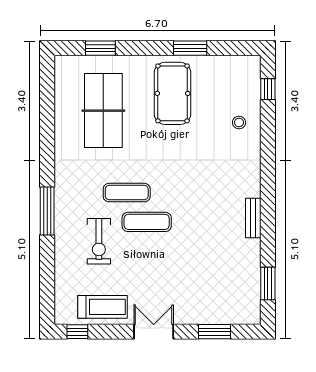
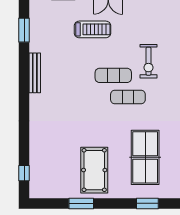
stool: (239, 122) -> (45, 149), removed
bench: (253, 218) -> (35, 73), width x1.36
exercise bike: (99, 241) -> (148, 61), turned 180
treadmill: (103, 307) -> (92, 29), moved, turned 180

